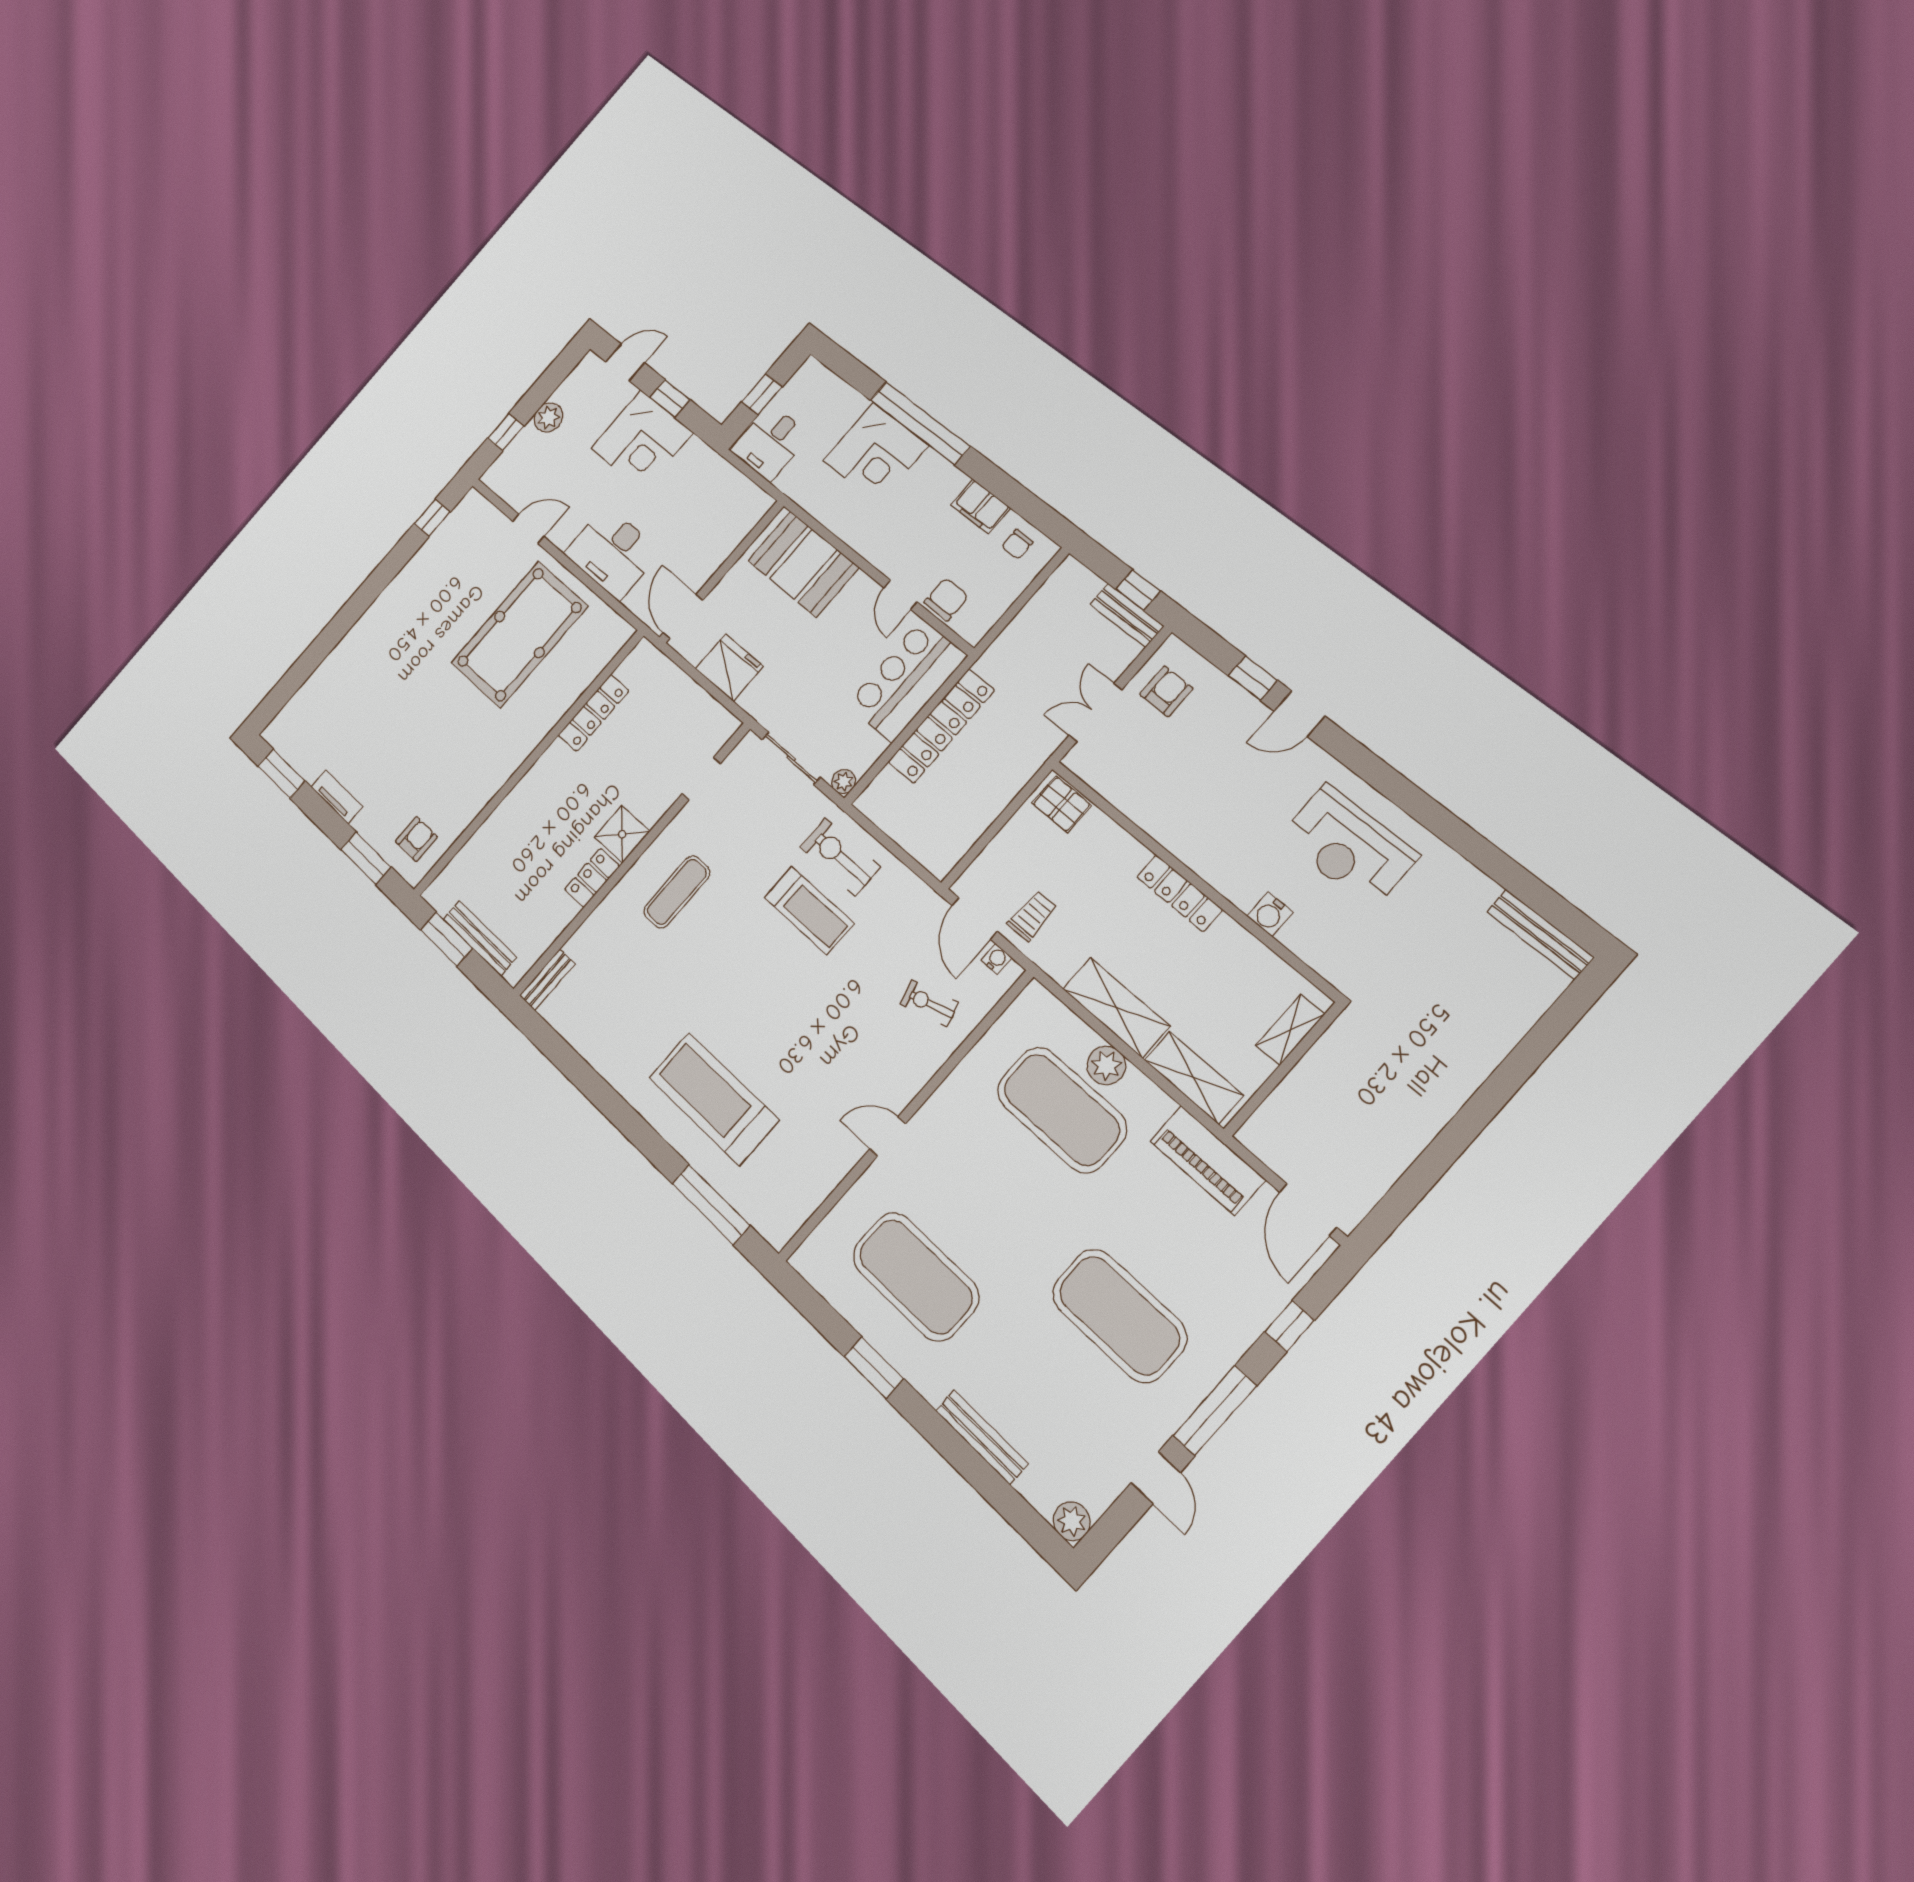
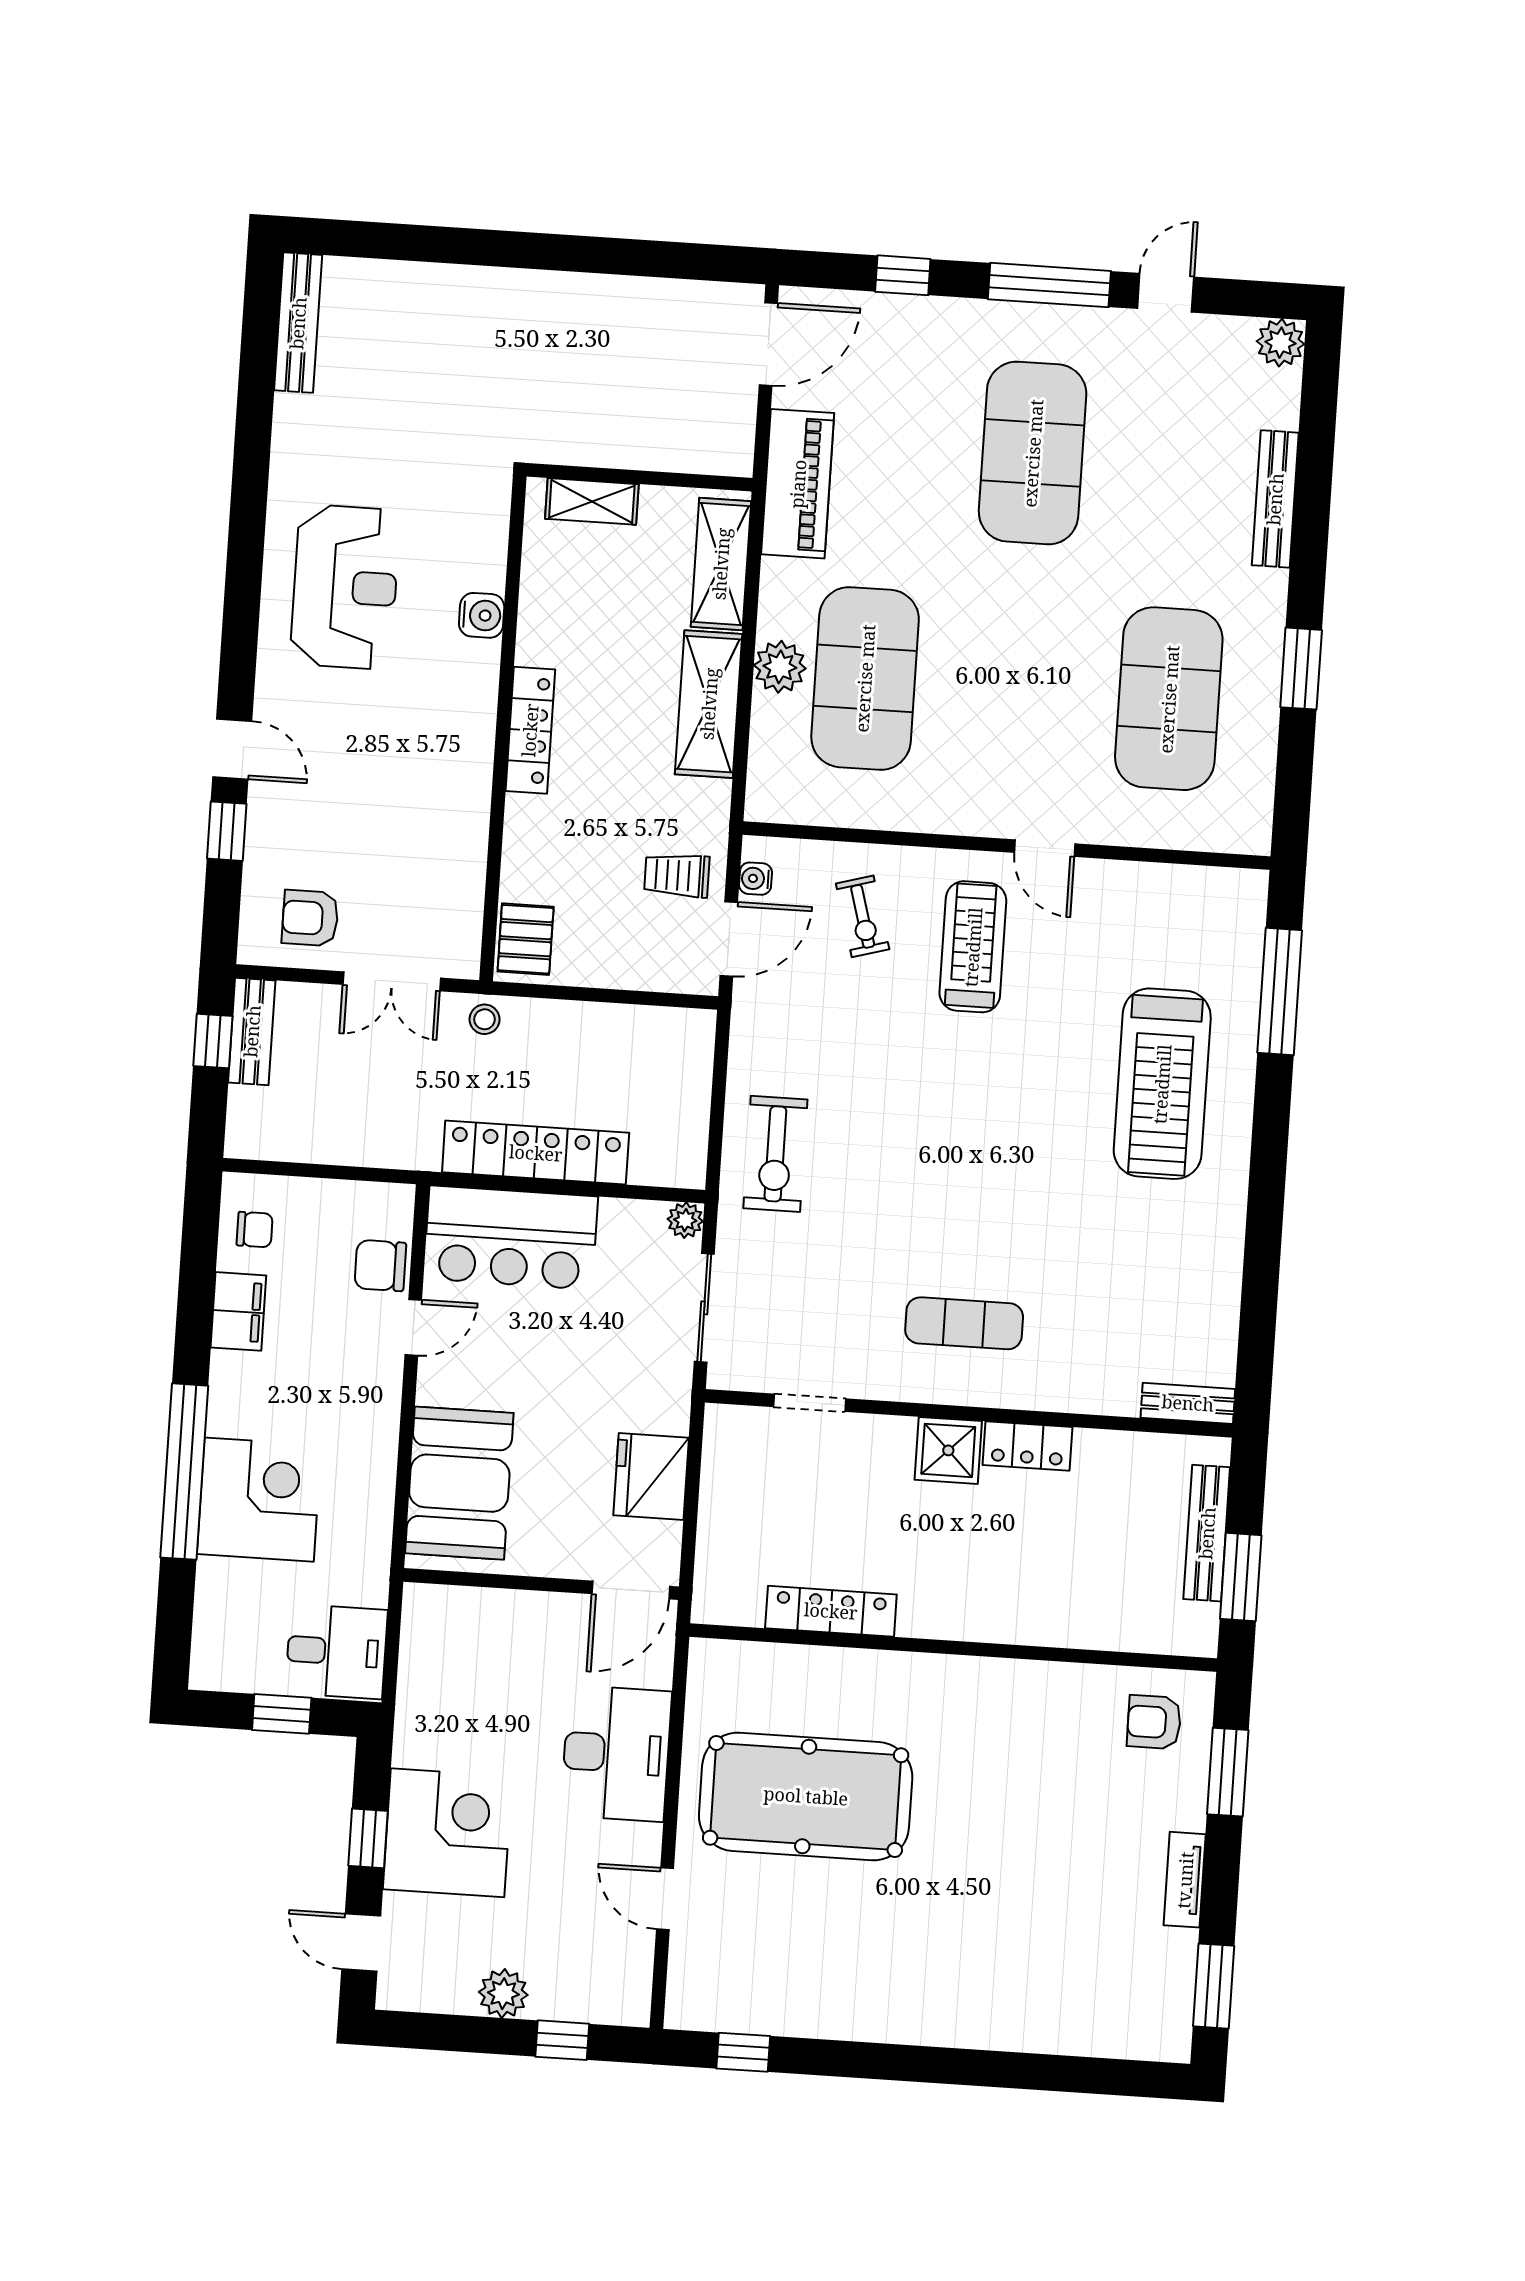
stool: (1035, 749) -> (485, 1019), added
treadmill: (809, 910) -> (973, 947), moved

